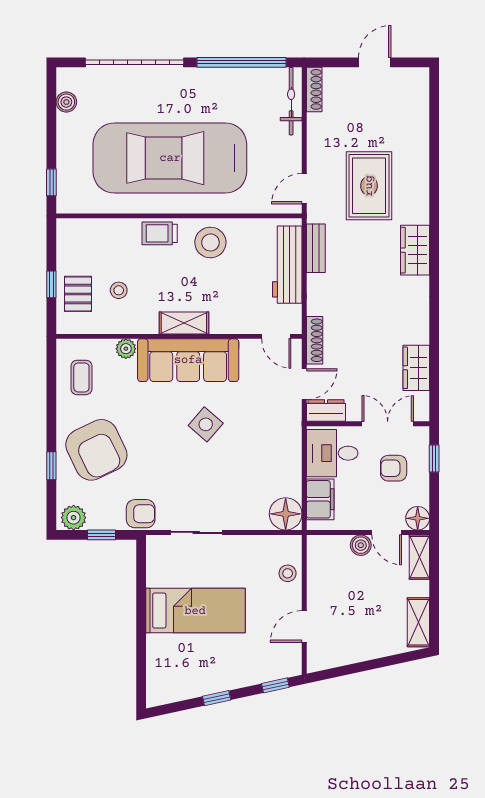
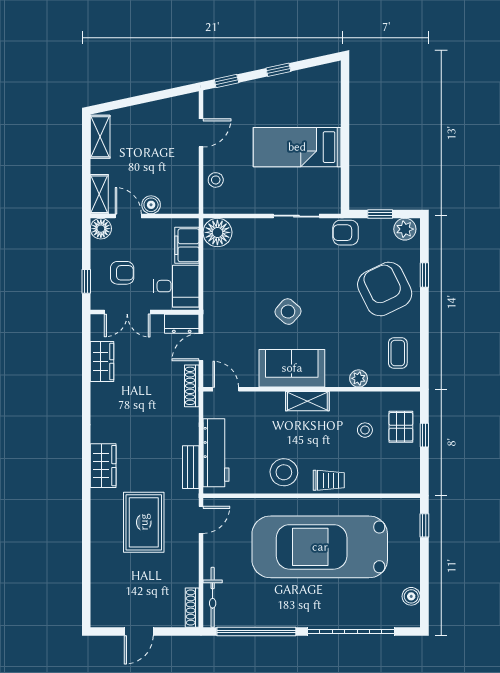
car: (170, 158) -> (320, 547), turned 180
sofa: (188, 360) -> (292, 368), width x0.73

